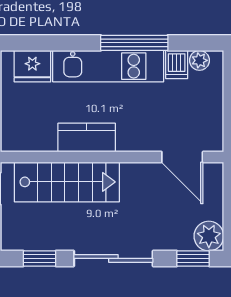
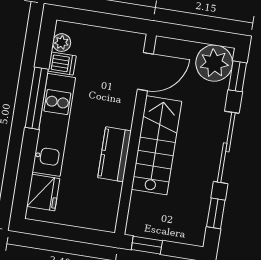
stairs: (67, 182) -> (157, 145), moved
plant: (209, 236) -> (214, 63), width x1.36, depth x1.36

